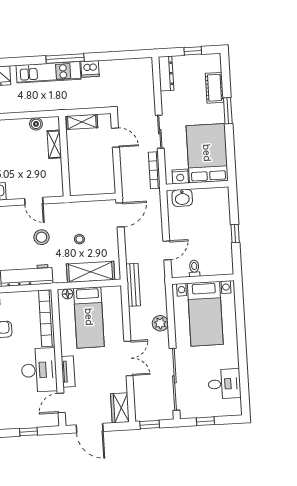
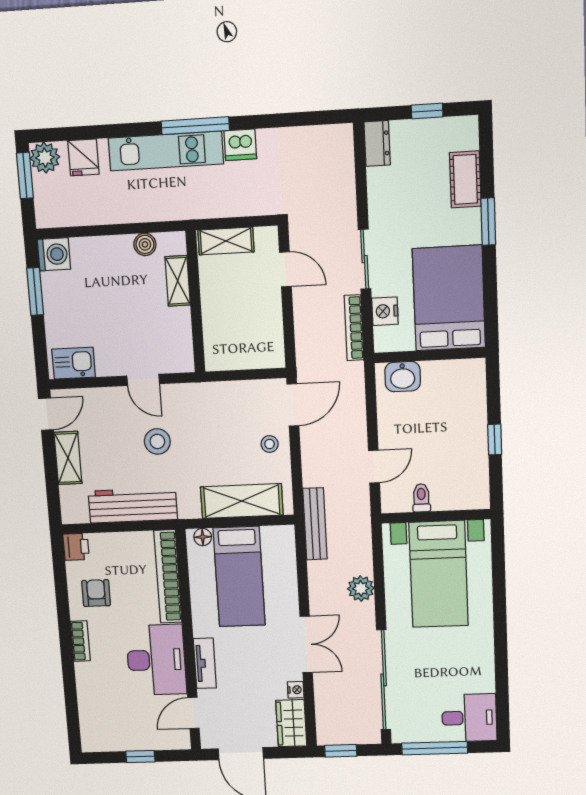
dresser: (166, 74) -> (377, 143), width x0.70
nightstand: (180, 176) -> (385, 311), moved, turned 90
stool: (79, 239) -> (270, 444), moved
desk: (224, 384) -> (469, 718), moved
nightstand: (122, 387) -> (296, 690), added
window: (205, 421) -> (435, 748), width x2.17

